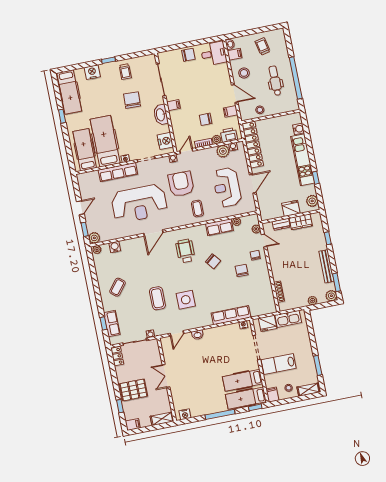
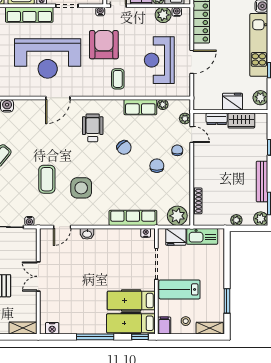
plant: (265, 307) -> (177, 216), added

